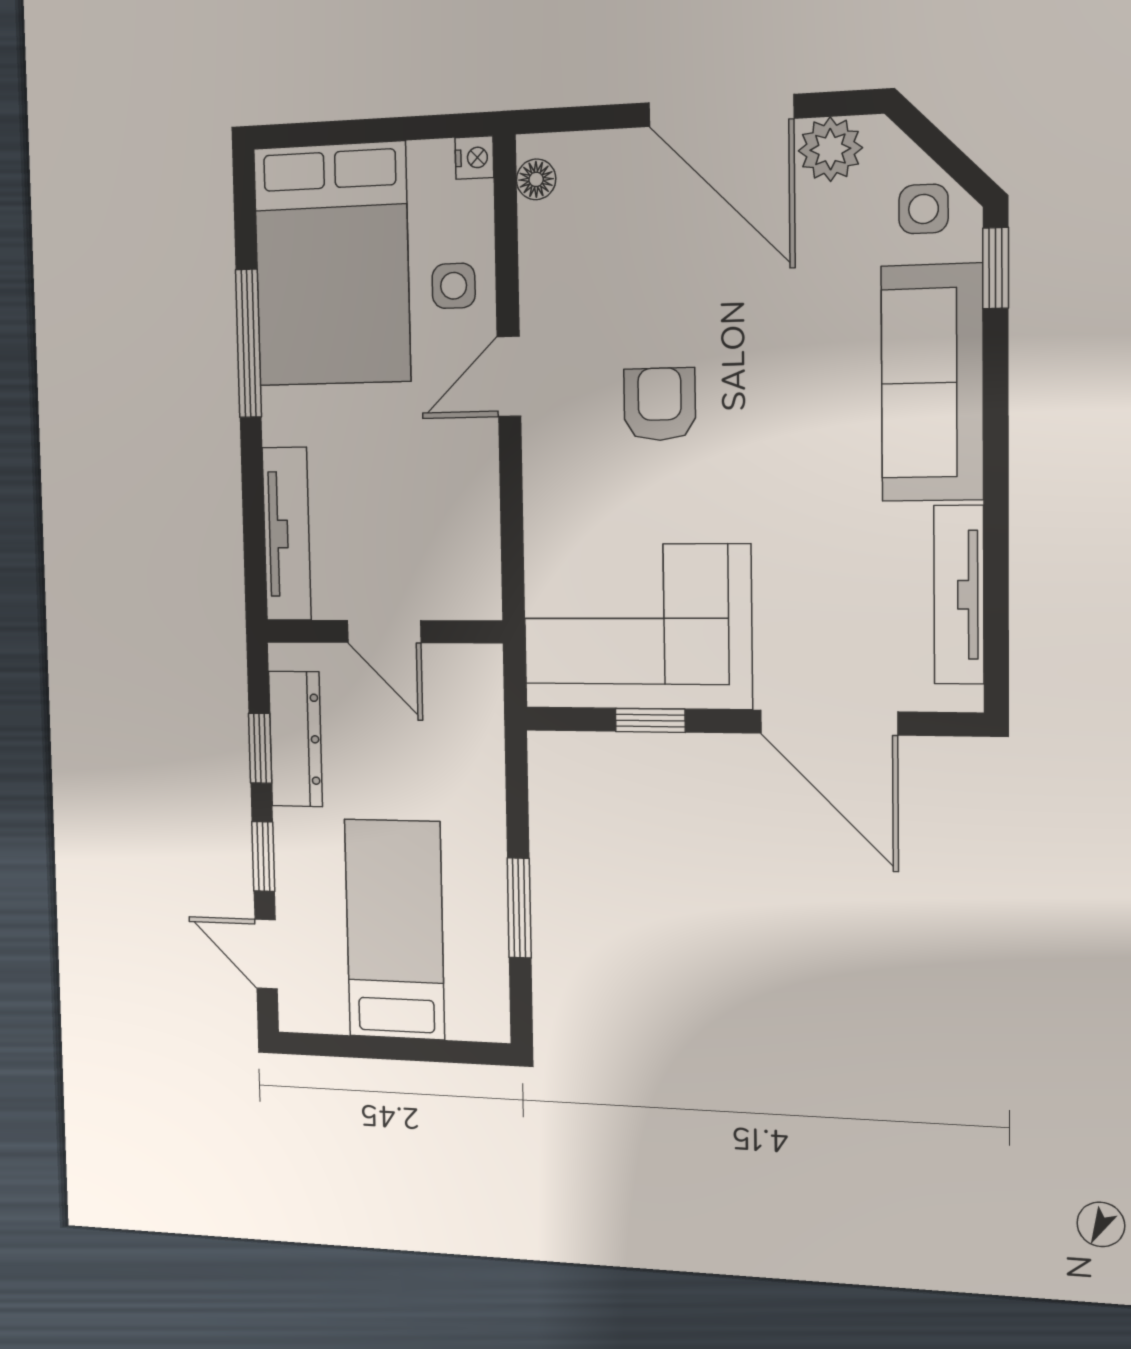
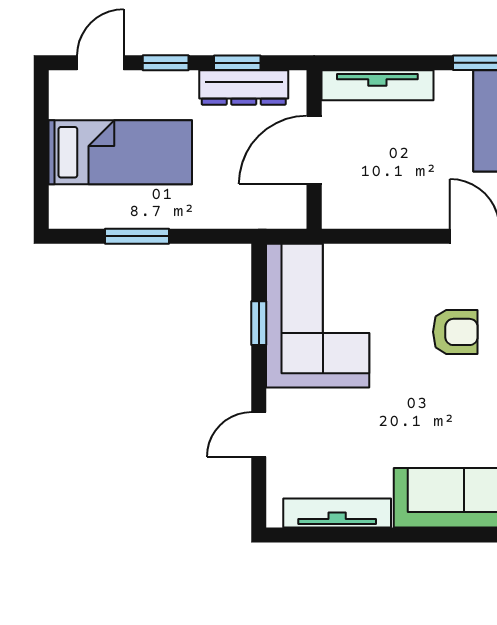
door: (384, 632) -> (314, 150), width x1.38
door: (829, 723) -> (259, 435), width x0.53

